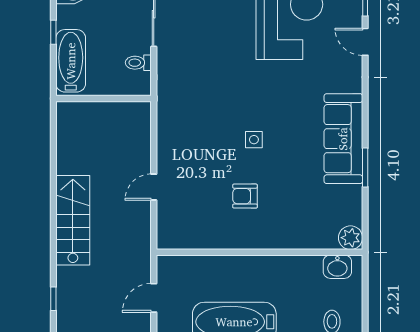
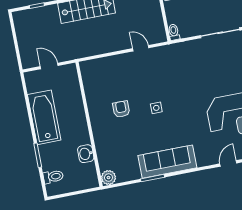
toilet: (138, 63) -> (174, 32), moved
door: (154, 187) -> (141, 48), moved
washbasin: (337, 267) -> (86, 154), moved

